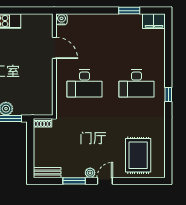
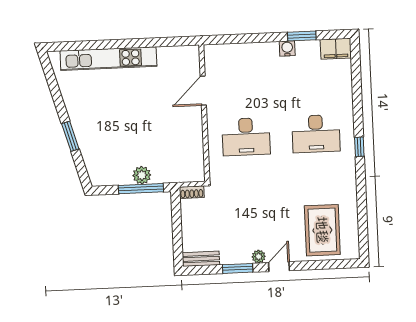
water cooler: (62, 19) -> (287, 48), moved
door: (54, 48) -> (203, 91), swing flipped

